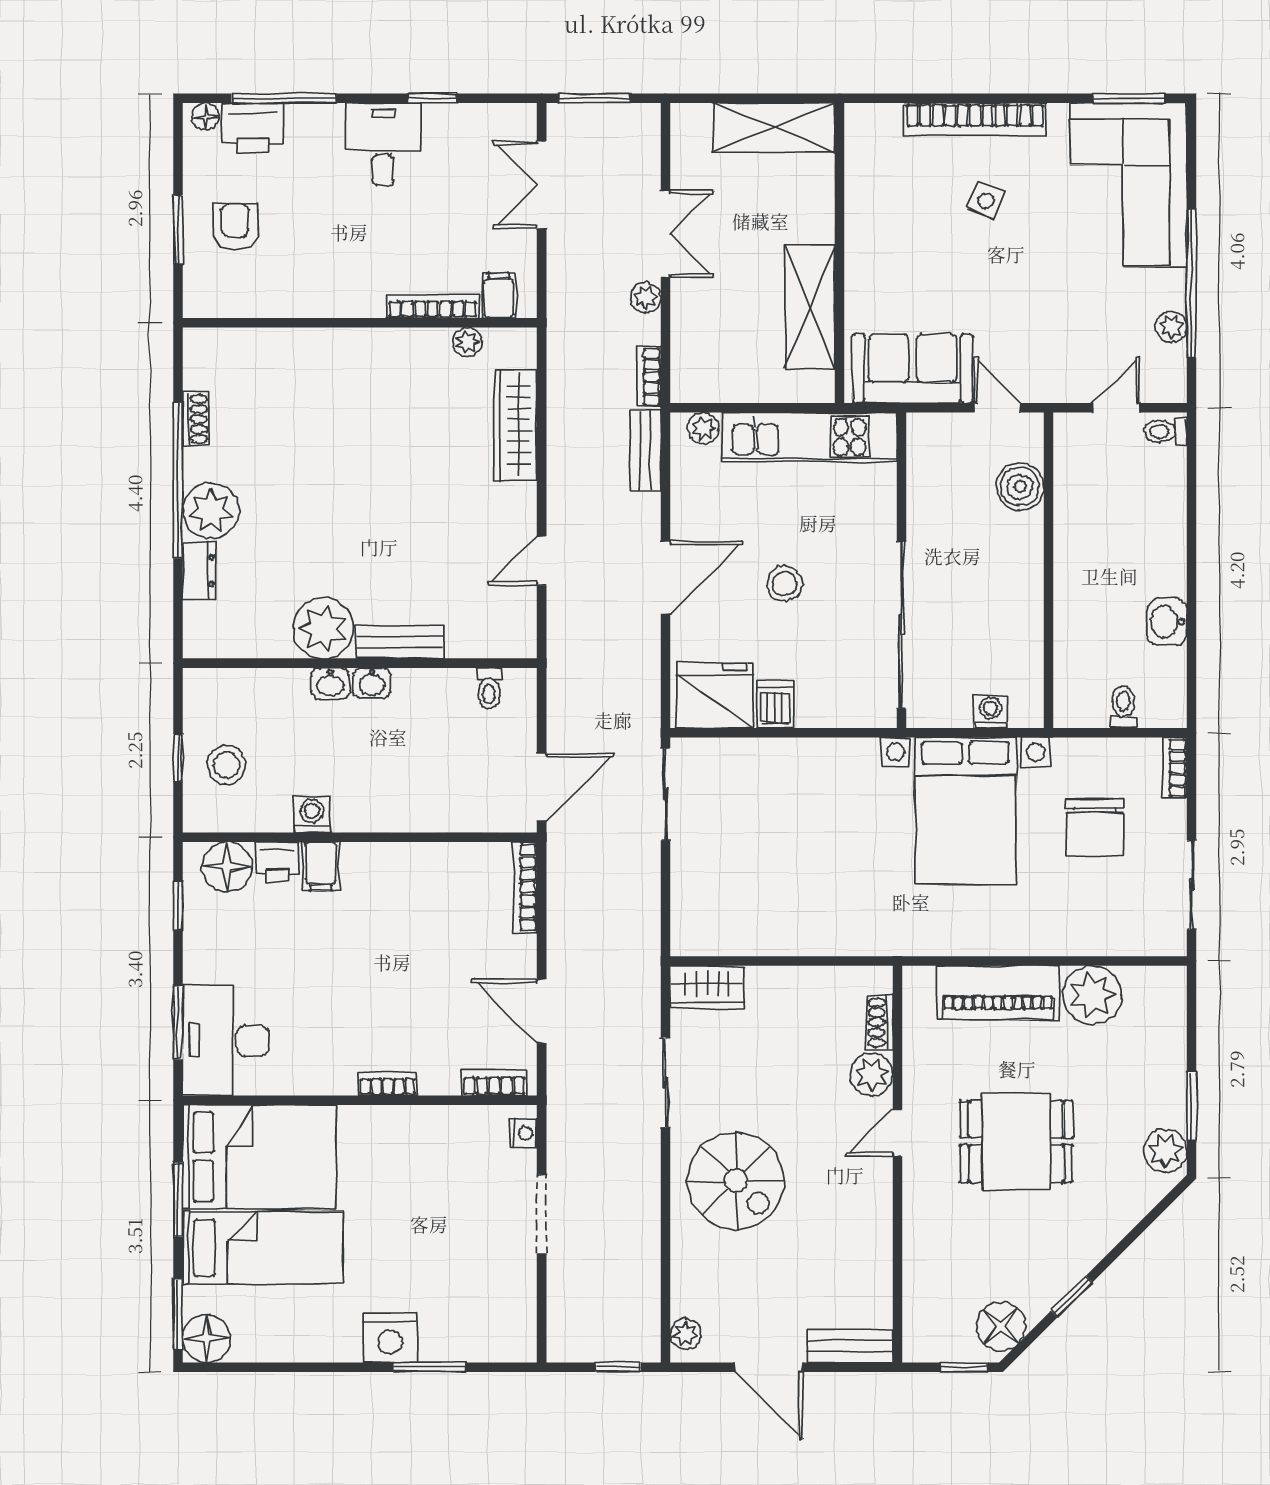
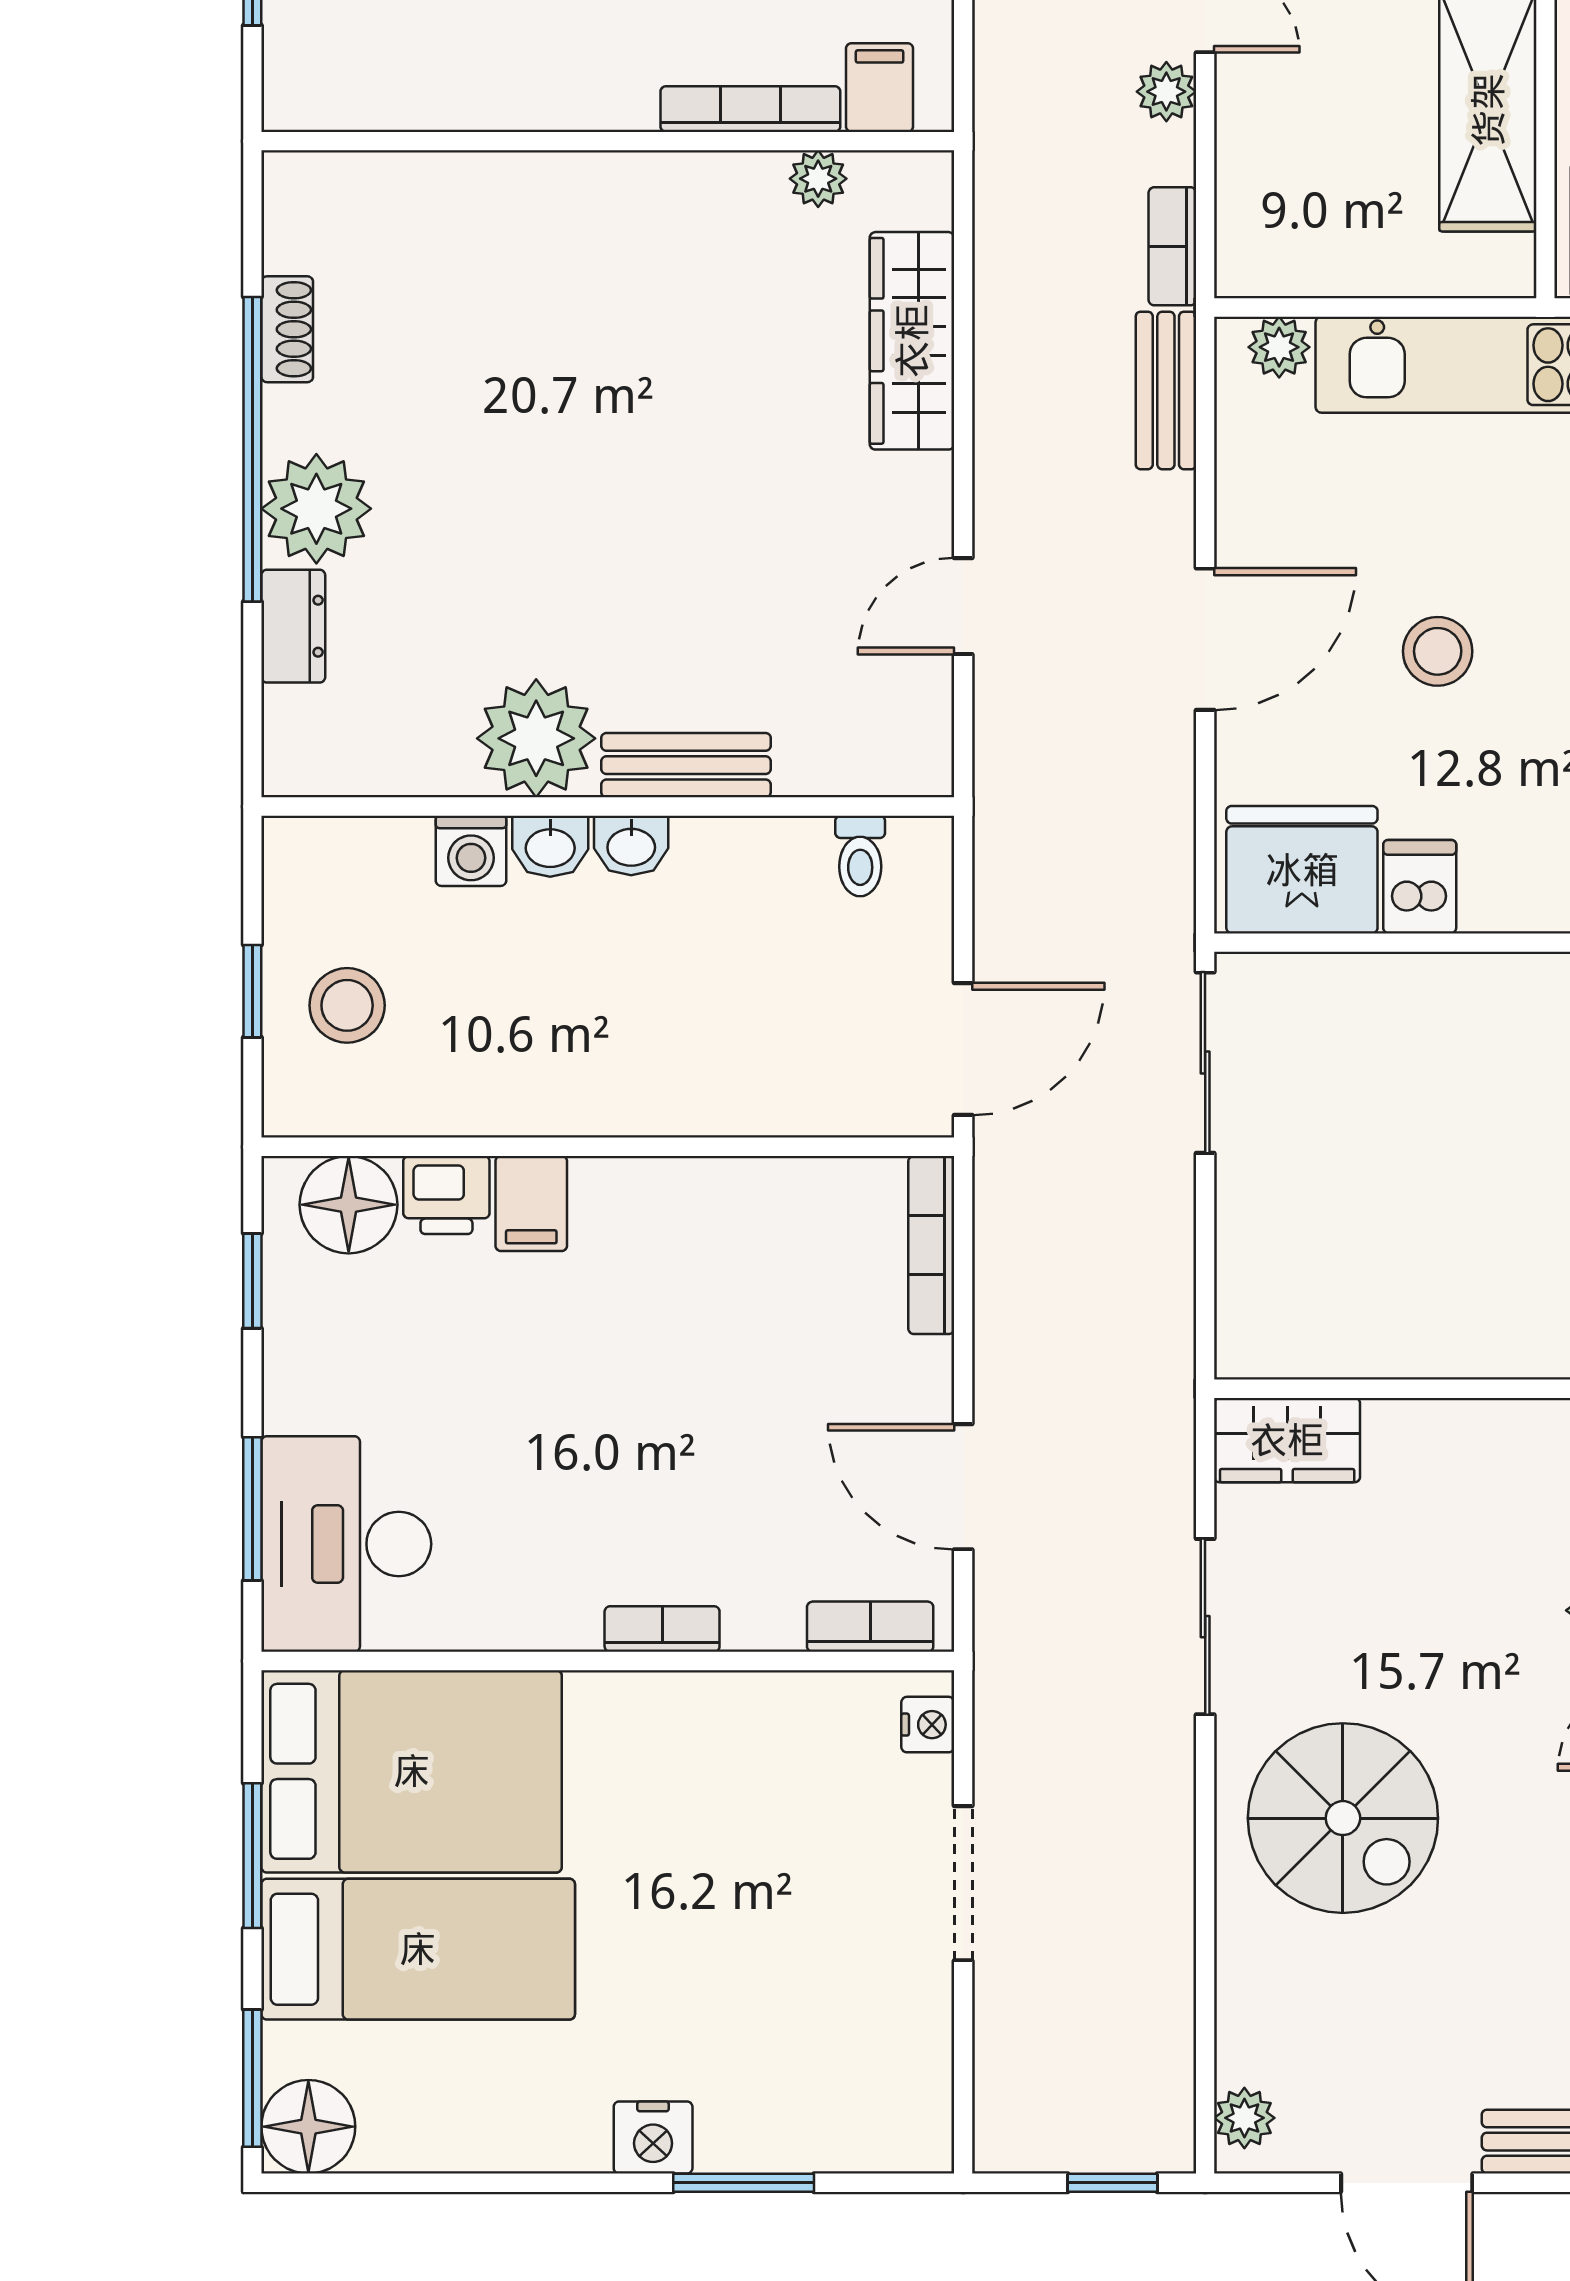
washing machine: (312, 815) -> (471, 851), moved, turned 180
nightstand: (390, 1338) -> (653, 2138), width x0.74, depth x0.75

